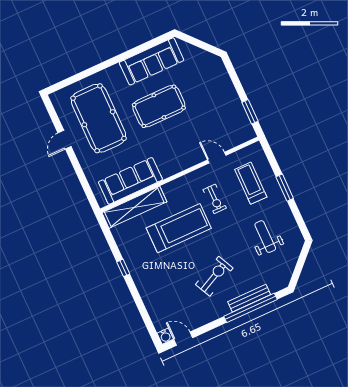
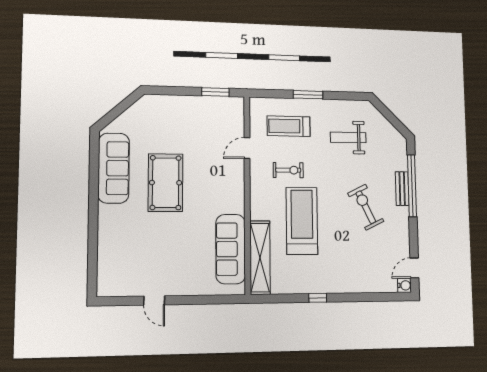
pool table: (99, 118) -> (148, 253), removed
bench: (249, 298) -> (402, 189), width x0.73

